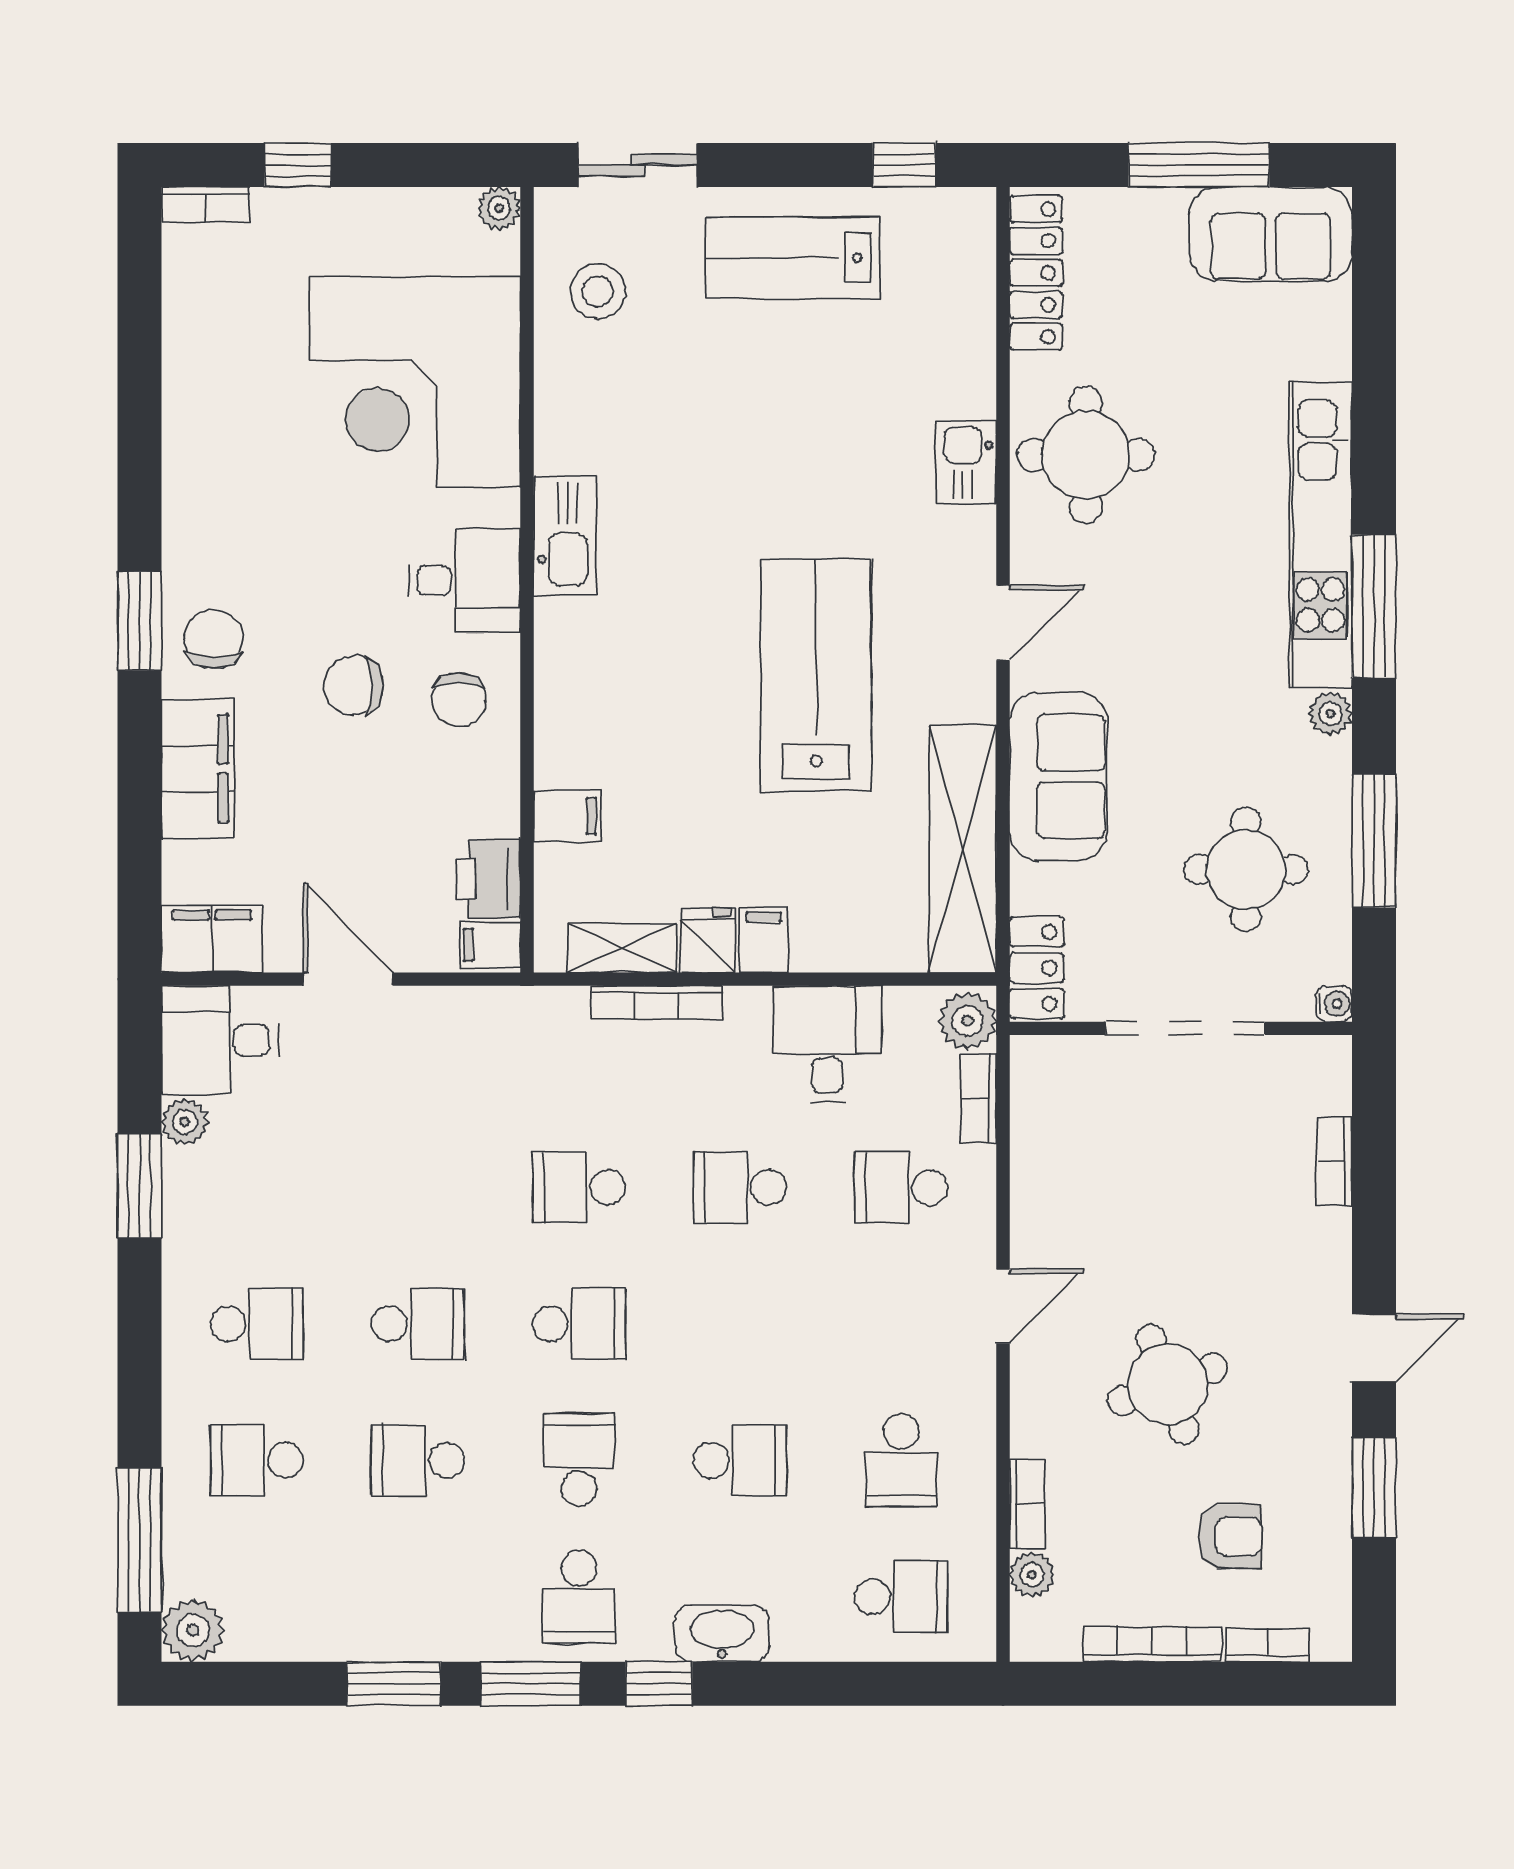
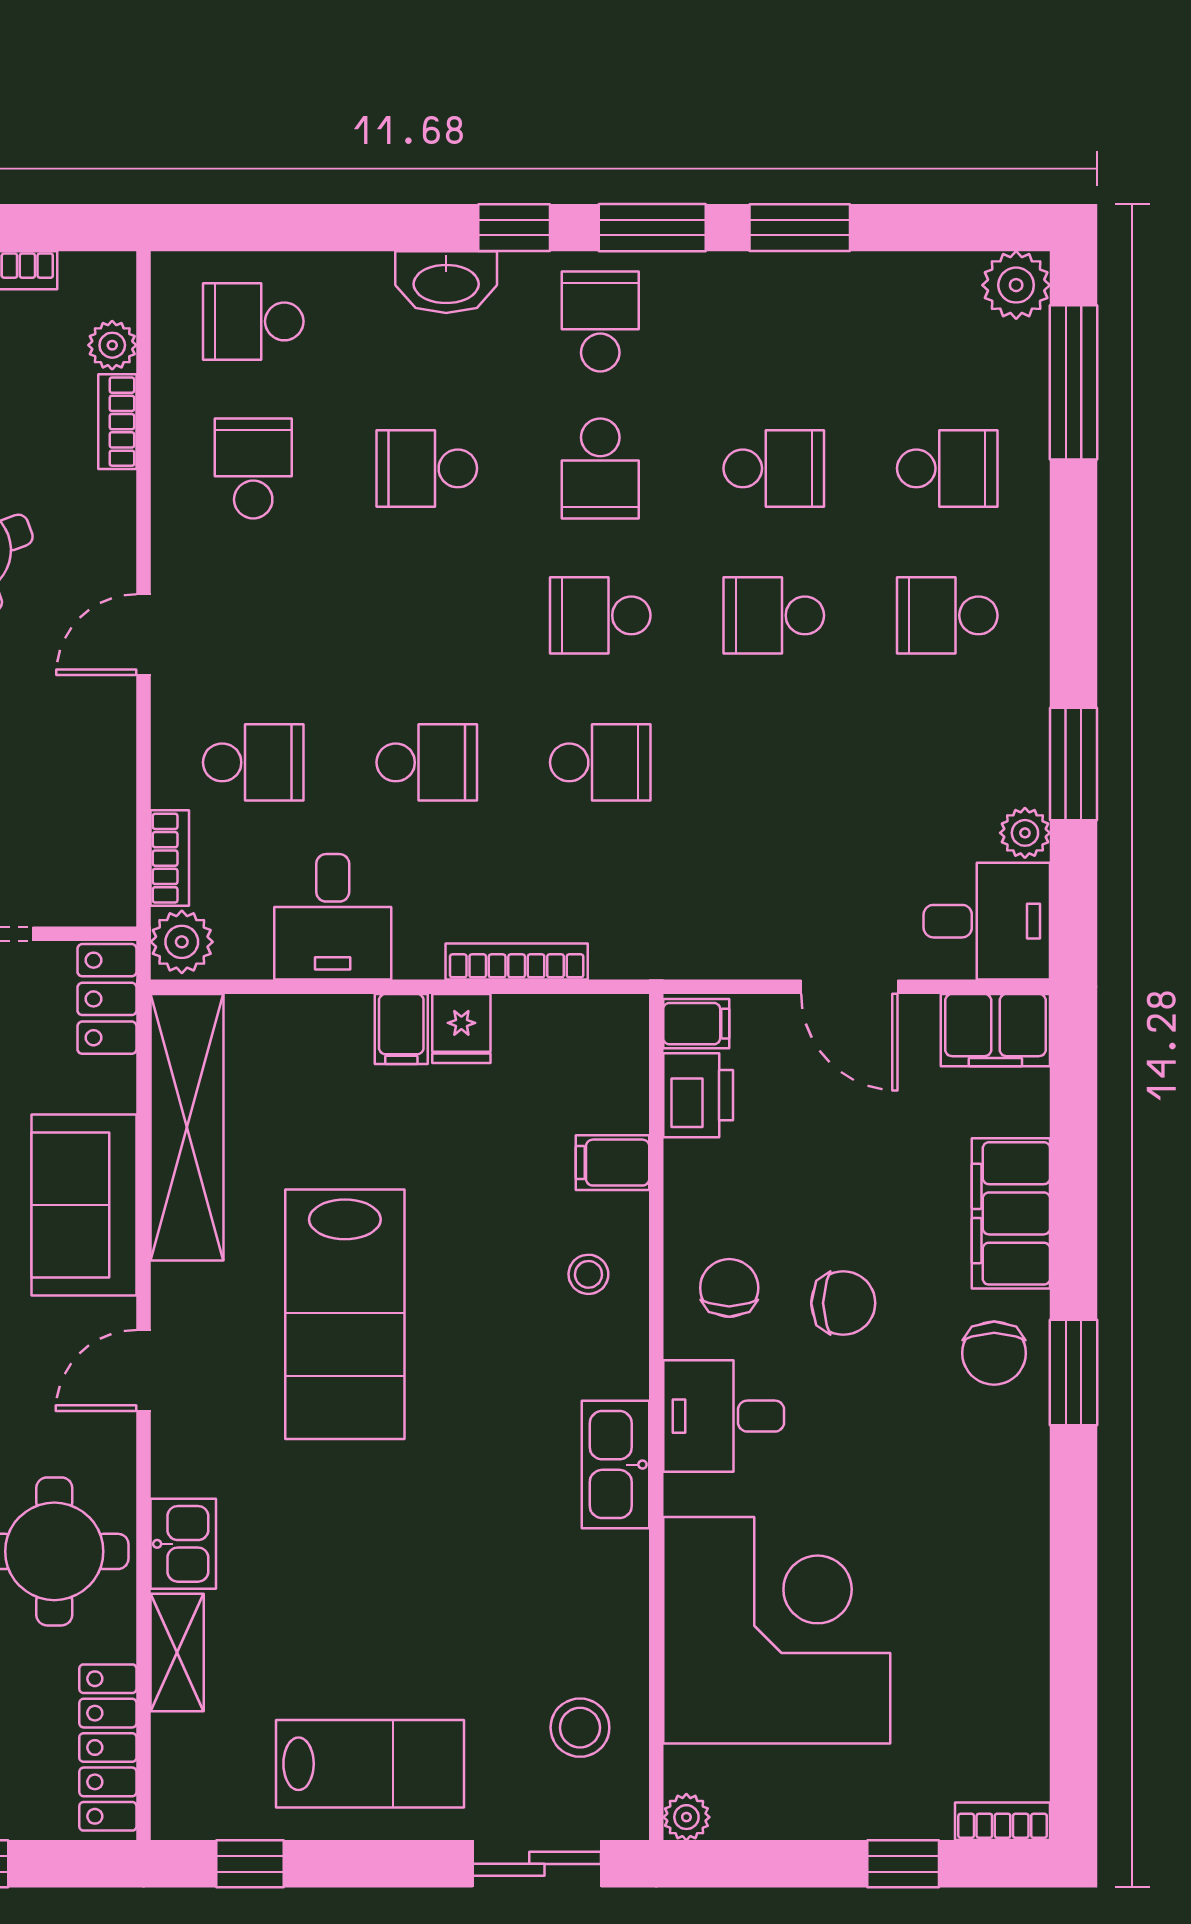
stool: (590, 712) -> (588, 1274), added
shelving: (622, 948) -> (177, 1653), moved, turned 90

